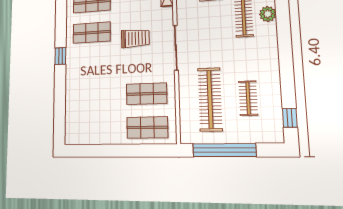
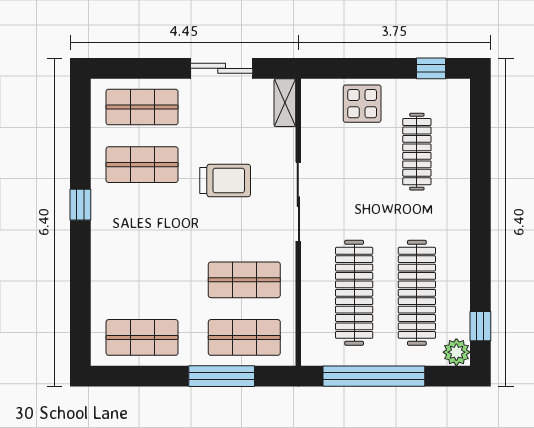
plant: (268, 14) -> (456, 352), moved
clothes rail: (248, 98) -> (417, 293), width x1.86, depth x1.31
shop shelf: (91, 128) -> (142, 337), added
window: (135, 150) -> (222, 376), added

